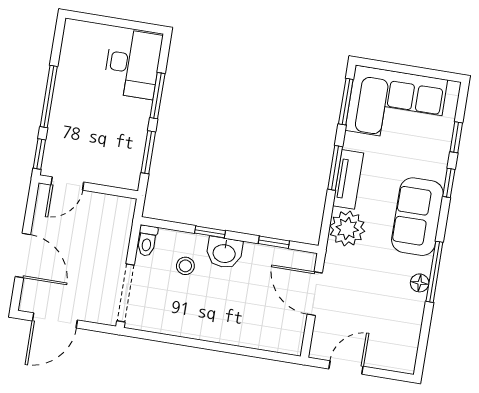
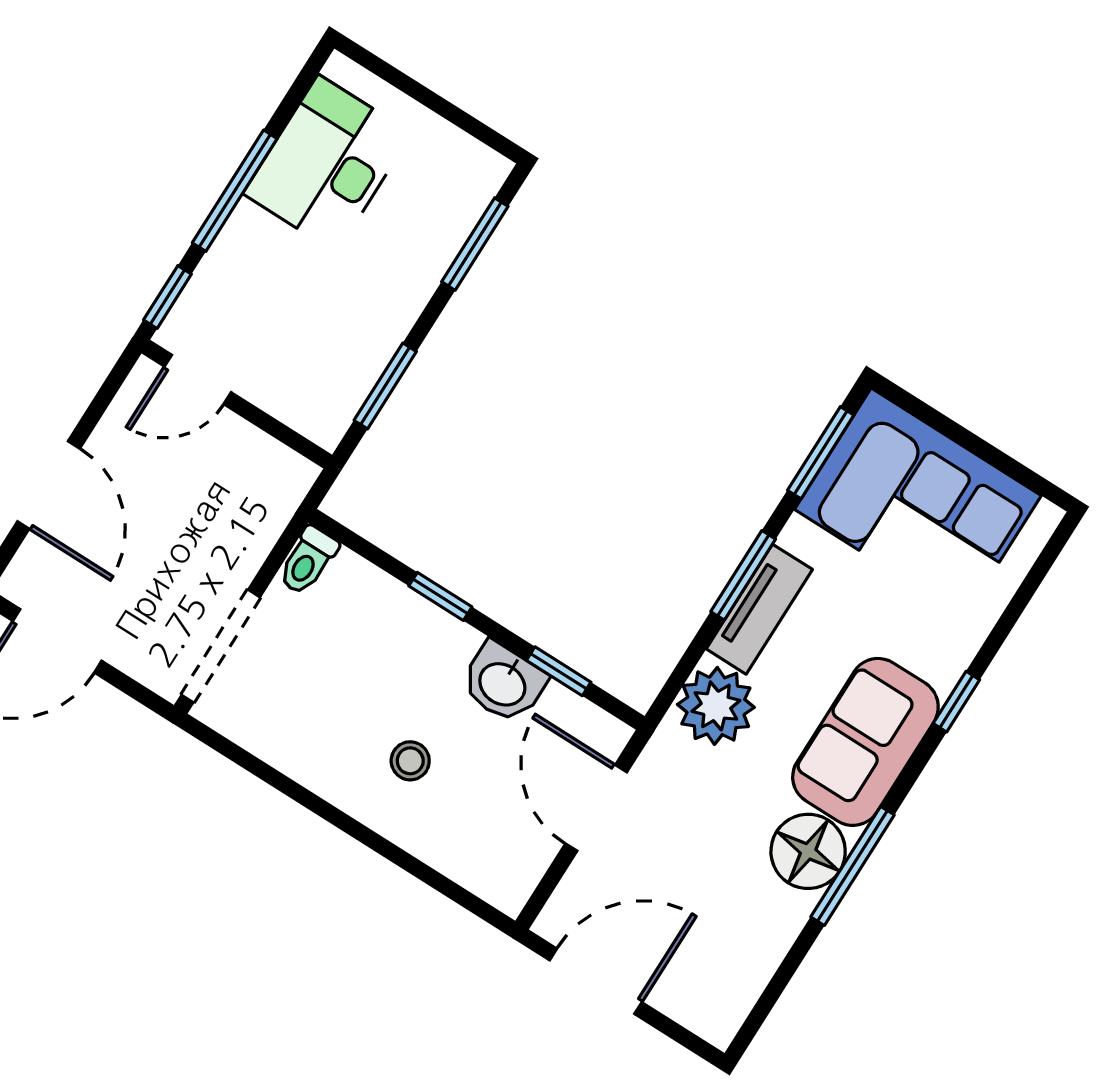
desk: (133, 64) -> (327, 164), moved, turned 180
window: (157, 96) -> (475, 244), moved
window: (456, 137) -> (1010, 617), removed
washbasin: (224, 253) -> (503, 683), moved
stool: (185, 266) -> (410, 761), moved
floor lamp: (420, 283) -> (808, 851), width x1.89, depth x1.89
door: (346, 368) -> (596, 981), width x1.38

